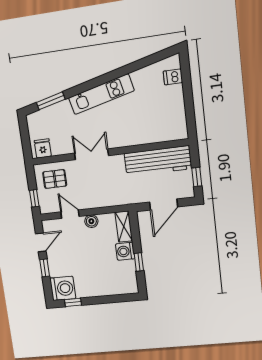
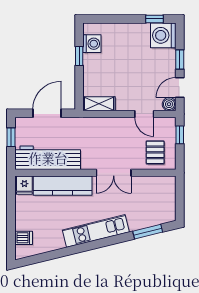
kitchen counter: (140, 135) -> (63, 186), added
fridge: (43, 148) -> (24, 185), moved
pallet: (55, 179) -> (155, 152), turned 90
boiler: (91, 221) -> (169, 104), moved
shelving: (124, 227) -> (99, 104), moved, turned 90
washing machine: (125, 251) -> (92, 44), moved

